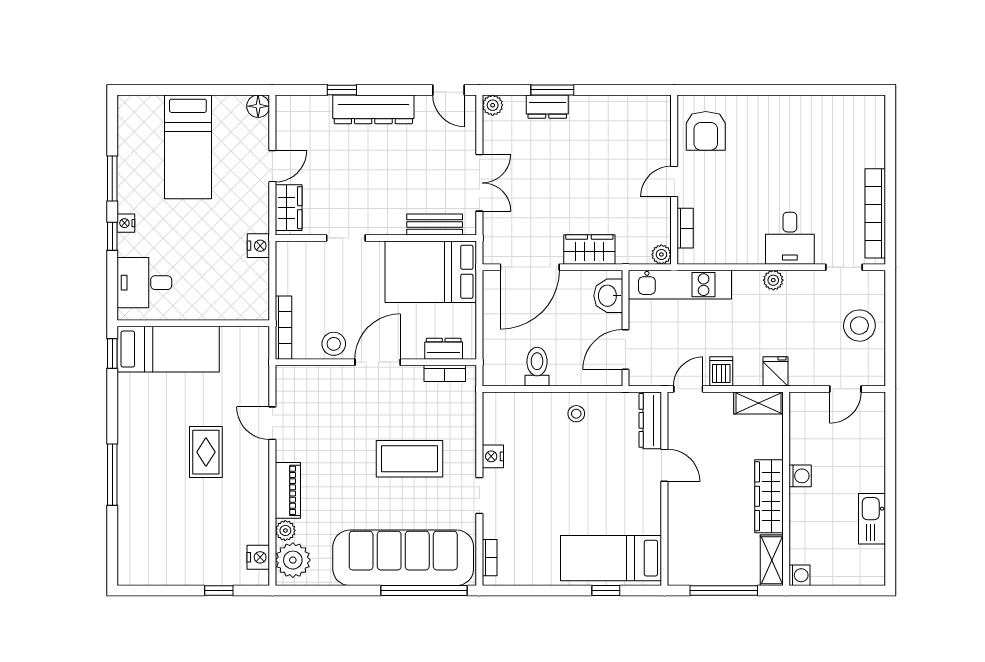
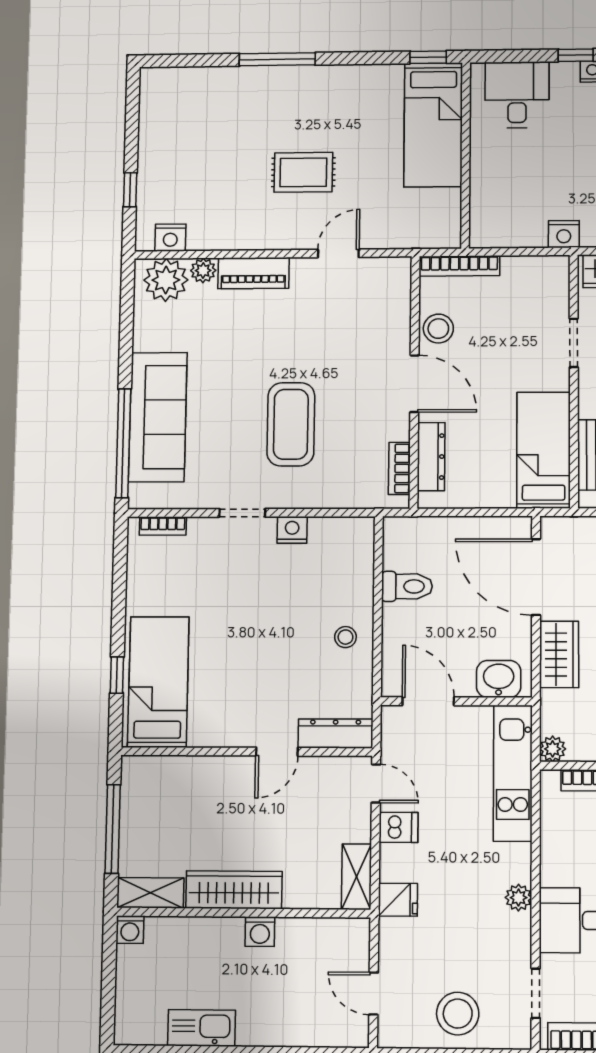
bed: (431, 272) -> (544, 450), width x0.67
dresser: (444, 349) -> (431, 457), width x1.44
sofa: (403, 558) -> (158, 417), width x0.74, depth x0.79

